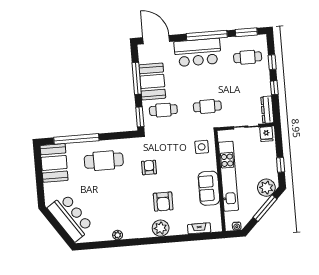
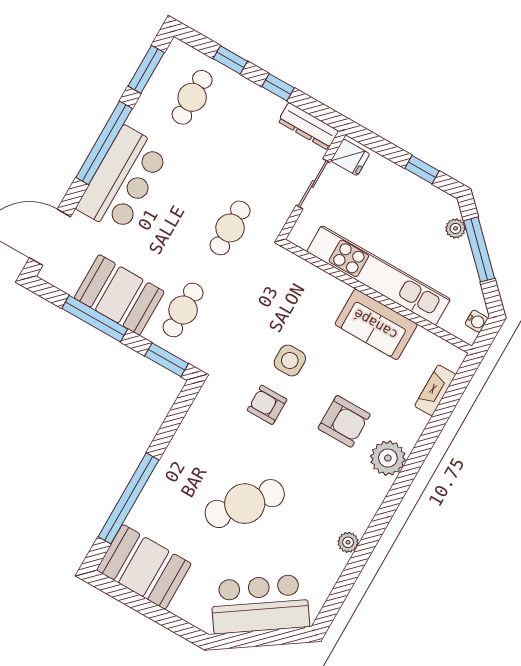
side table: (202, 147) -> (290, 360), moved
cafe table: (104, 161) -> (245, 504), moved, turned 39
plant: (266, 188) -> (455, 228), width x0.53, depth x0.53

